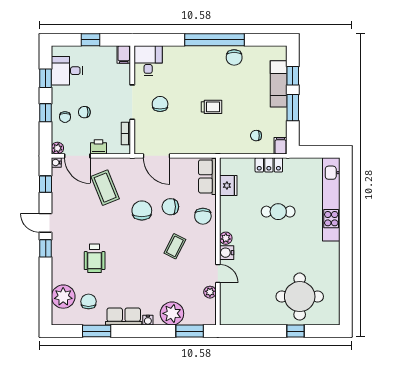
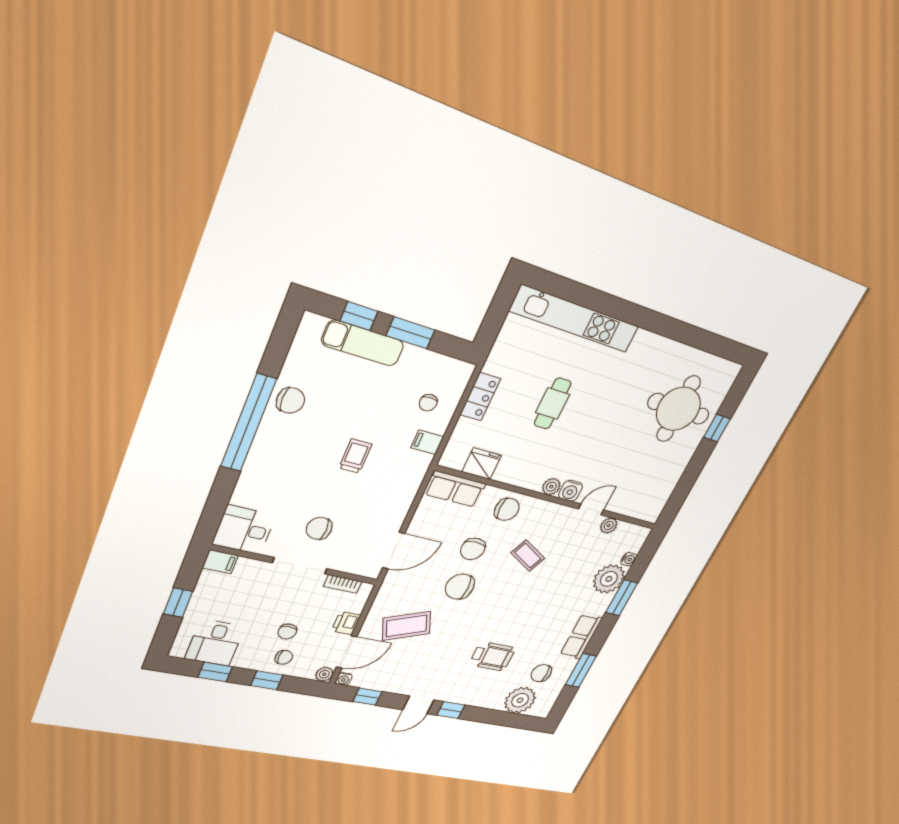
filing cabinet: (280, 146) -> (427, 442), moved
water cooler: (148, 320) -> (629, 559), moved
window: (190, 331) -> (622, 598), moved

